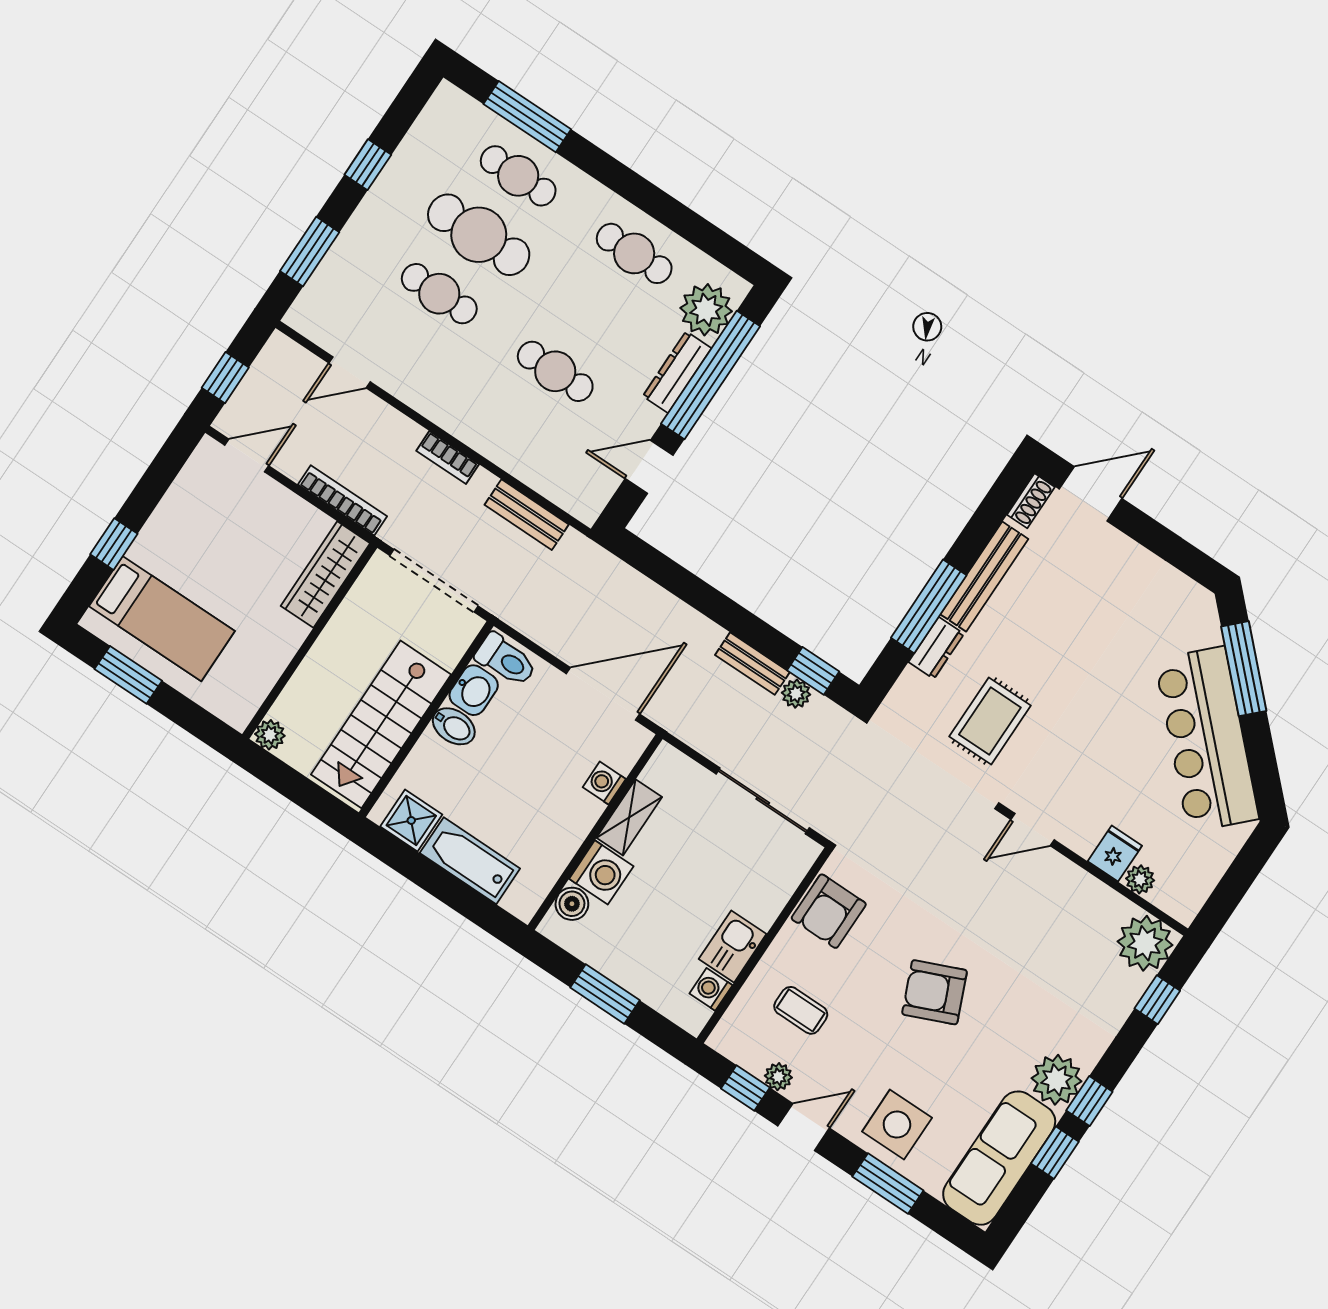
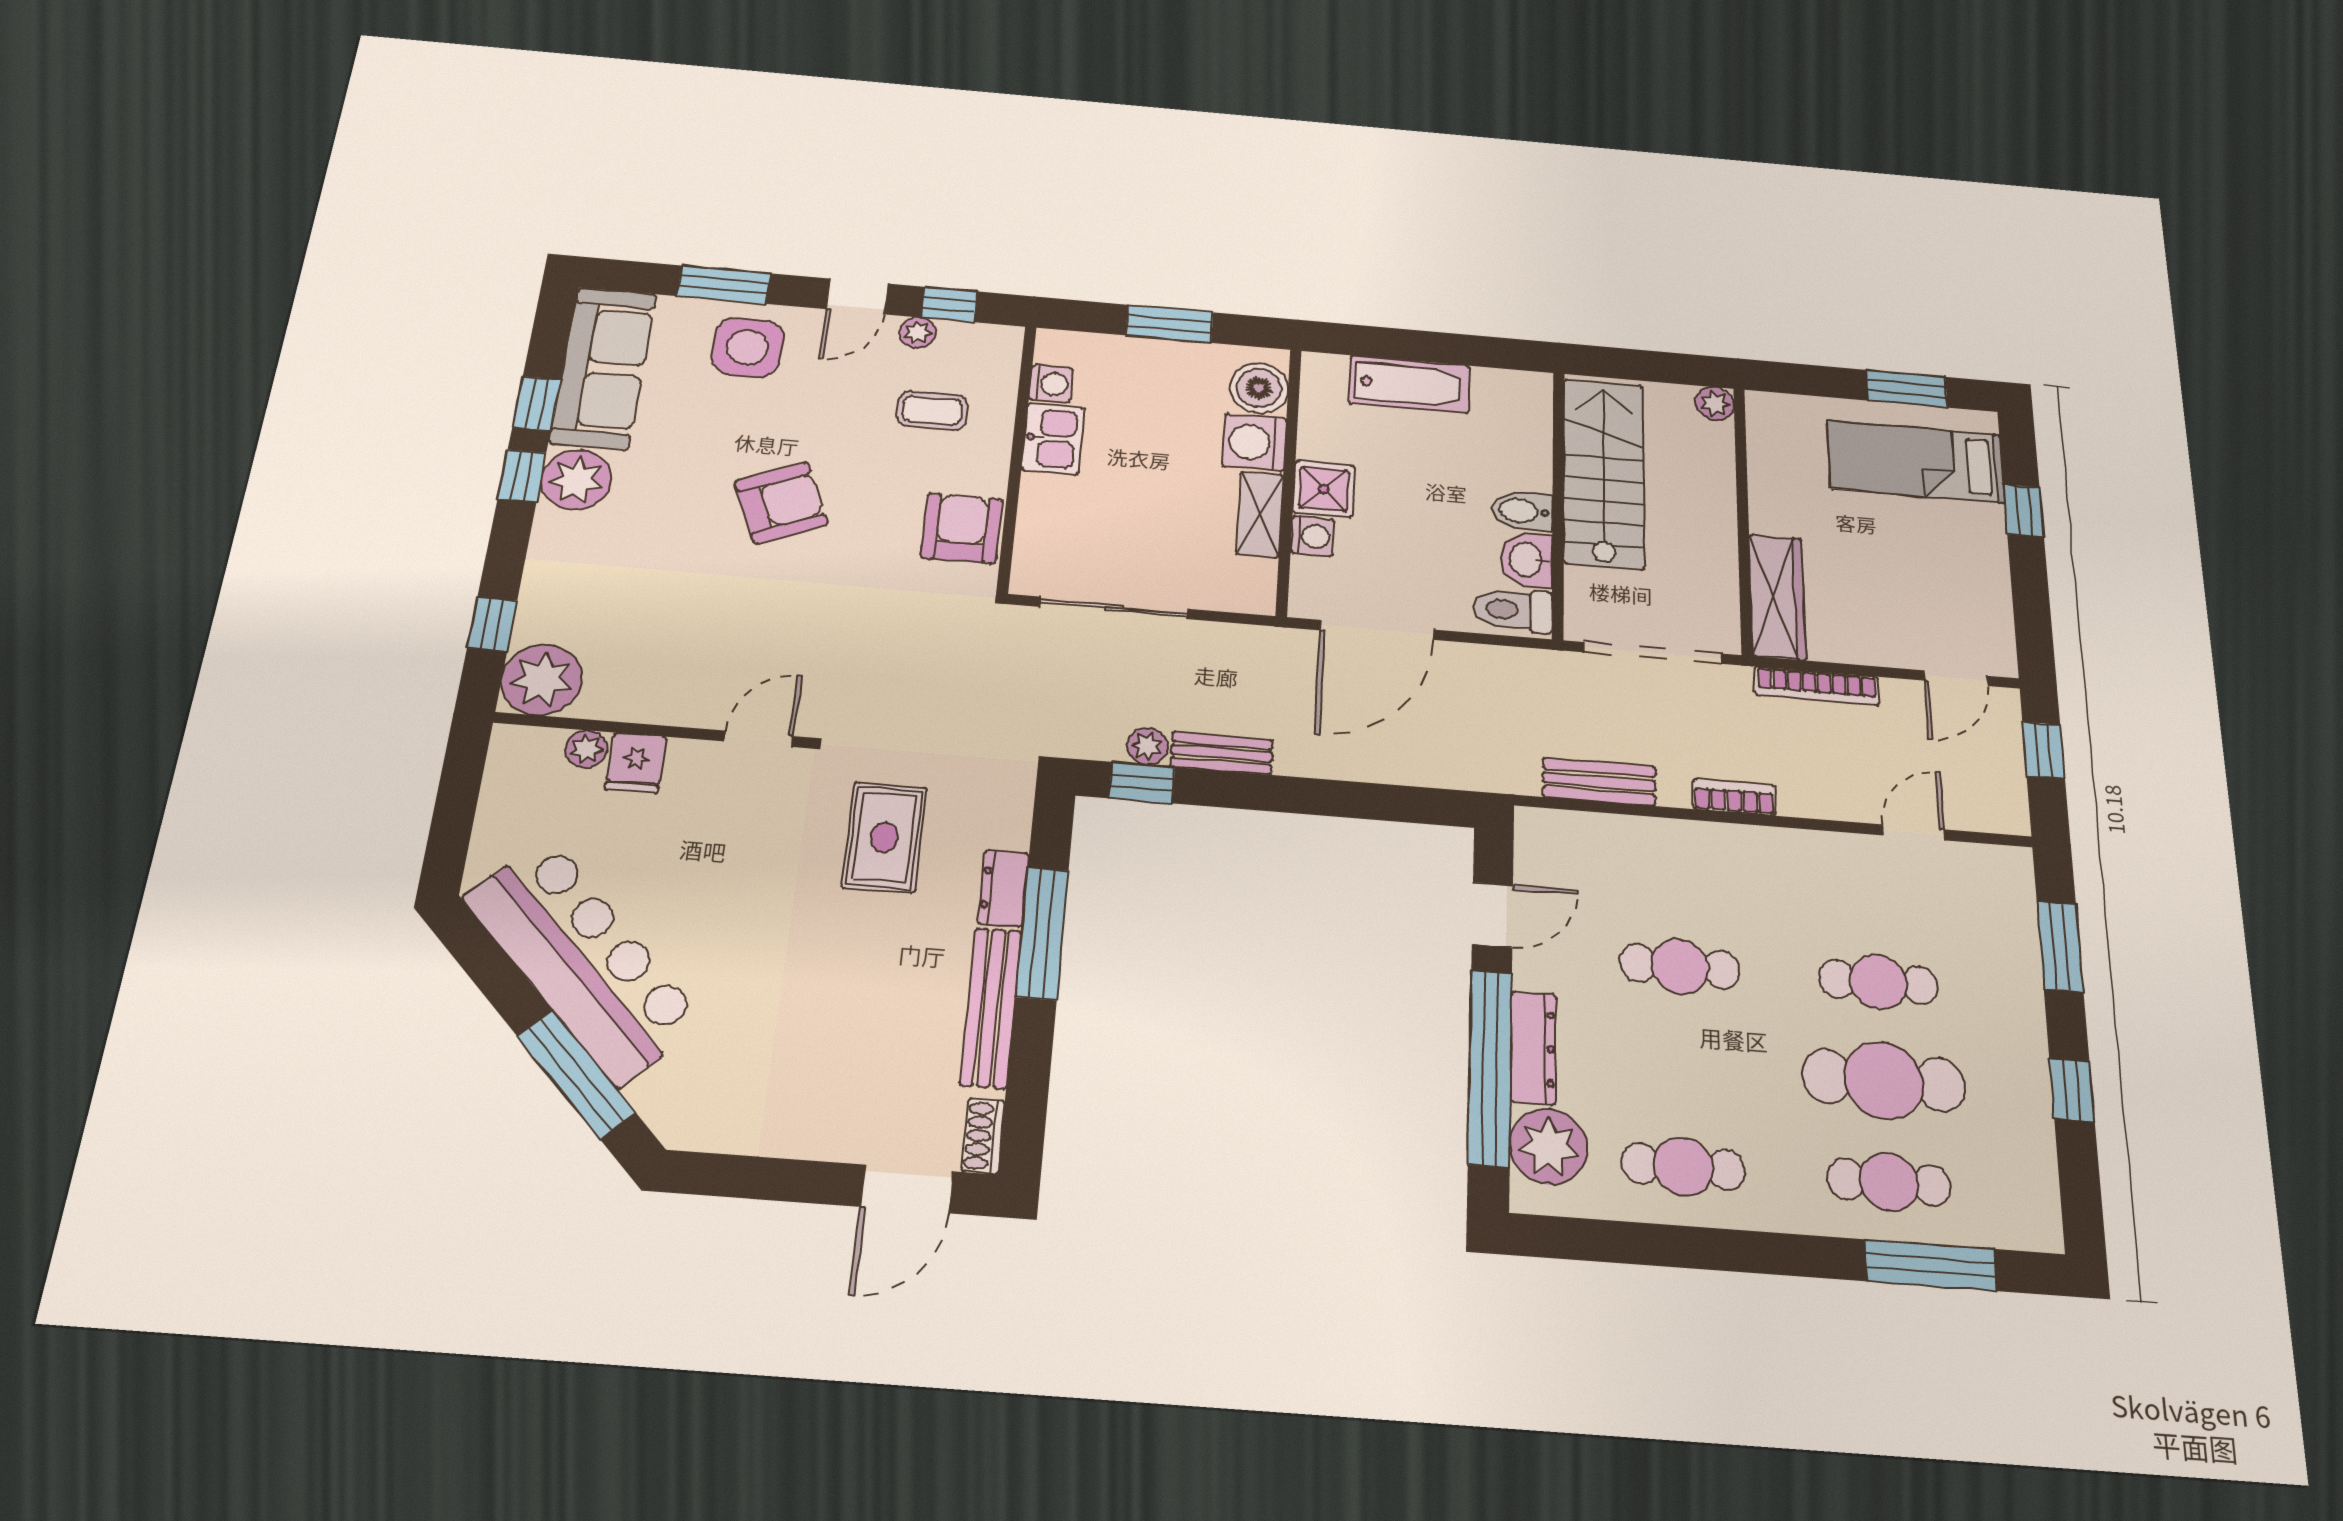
shower: (411, 820) -> (1324, 489), moved
boiler: (572, 904) -> (1259, 388), width x1.36, depth x1.36

